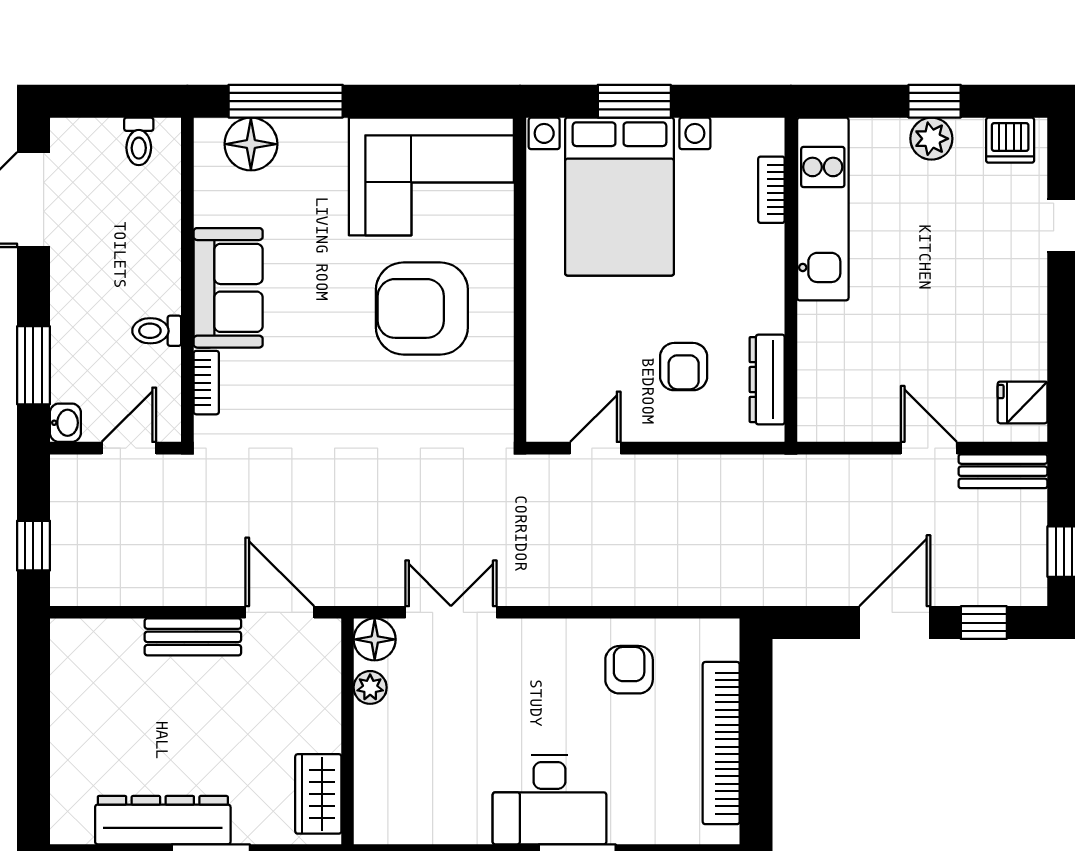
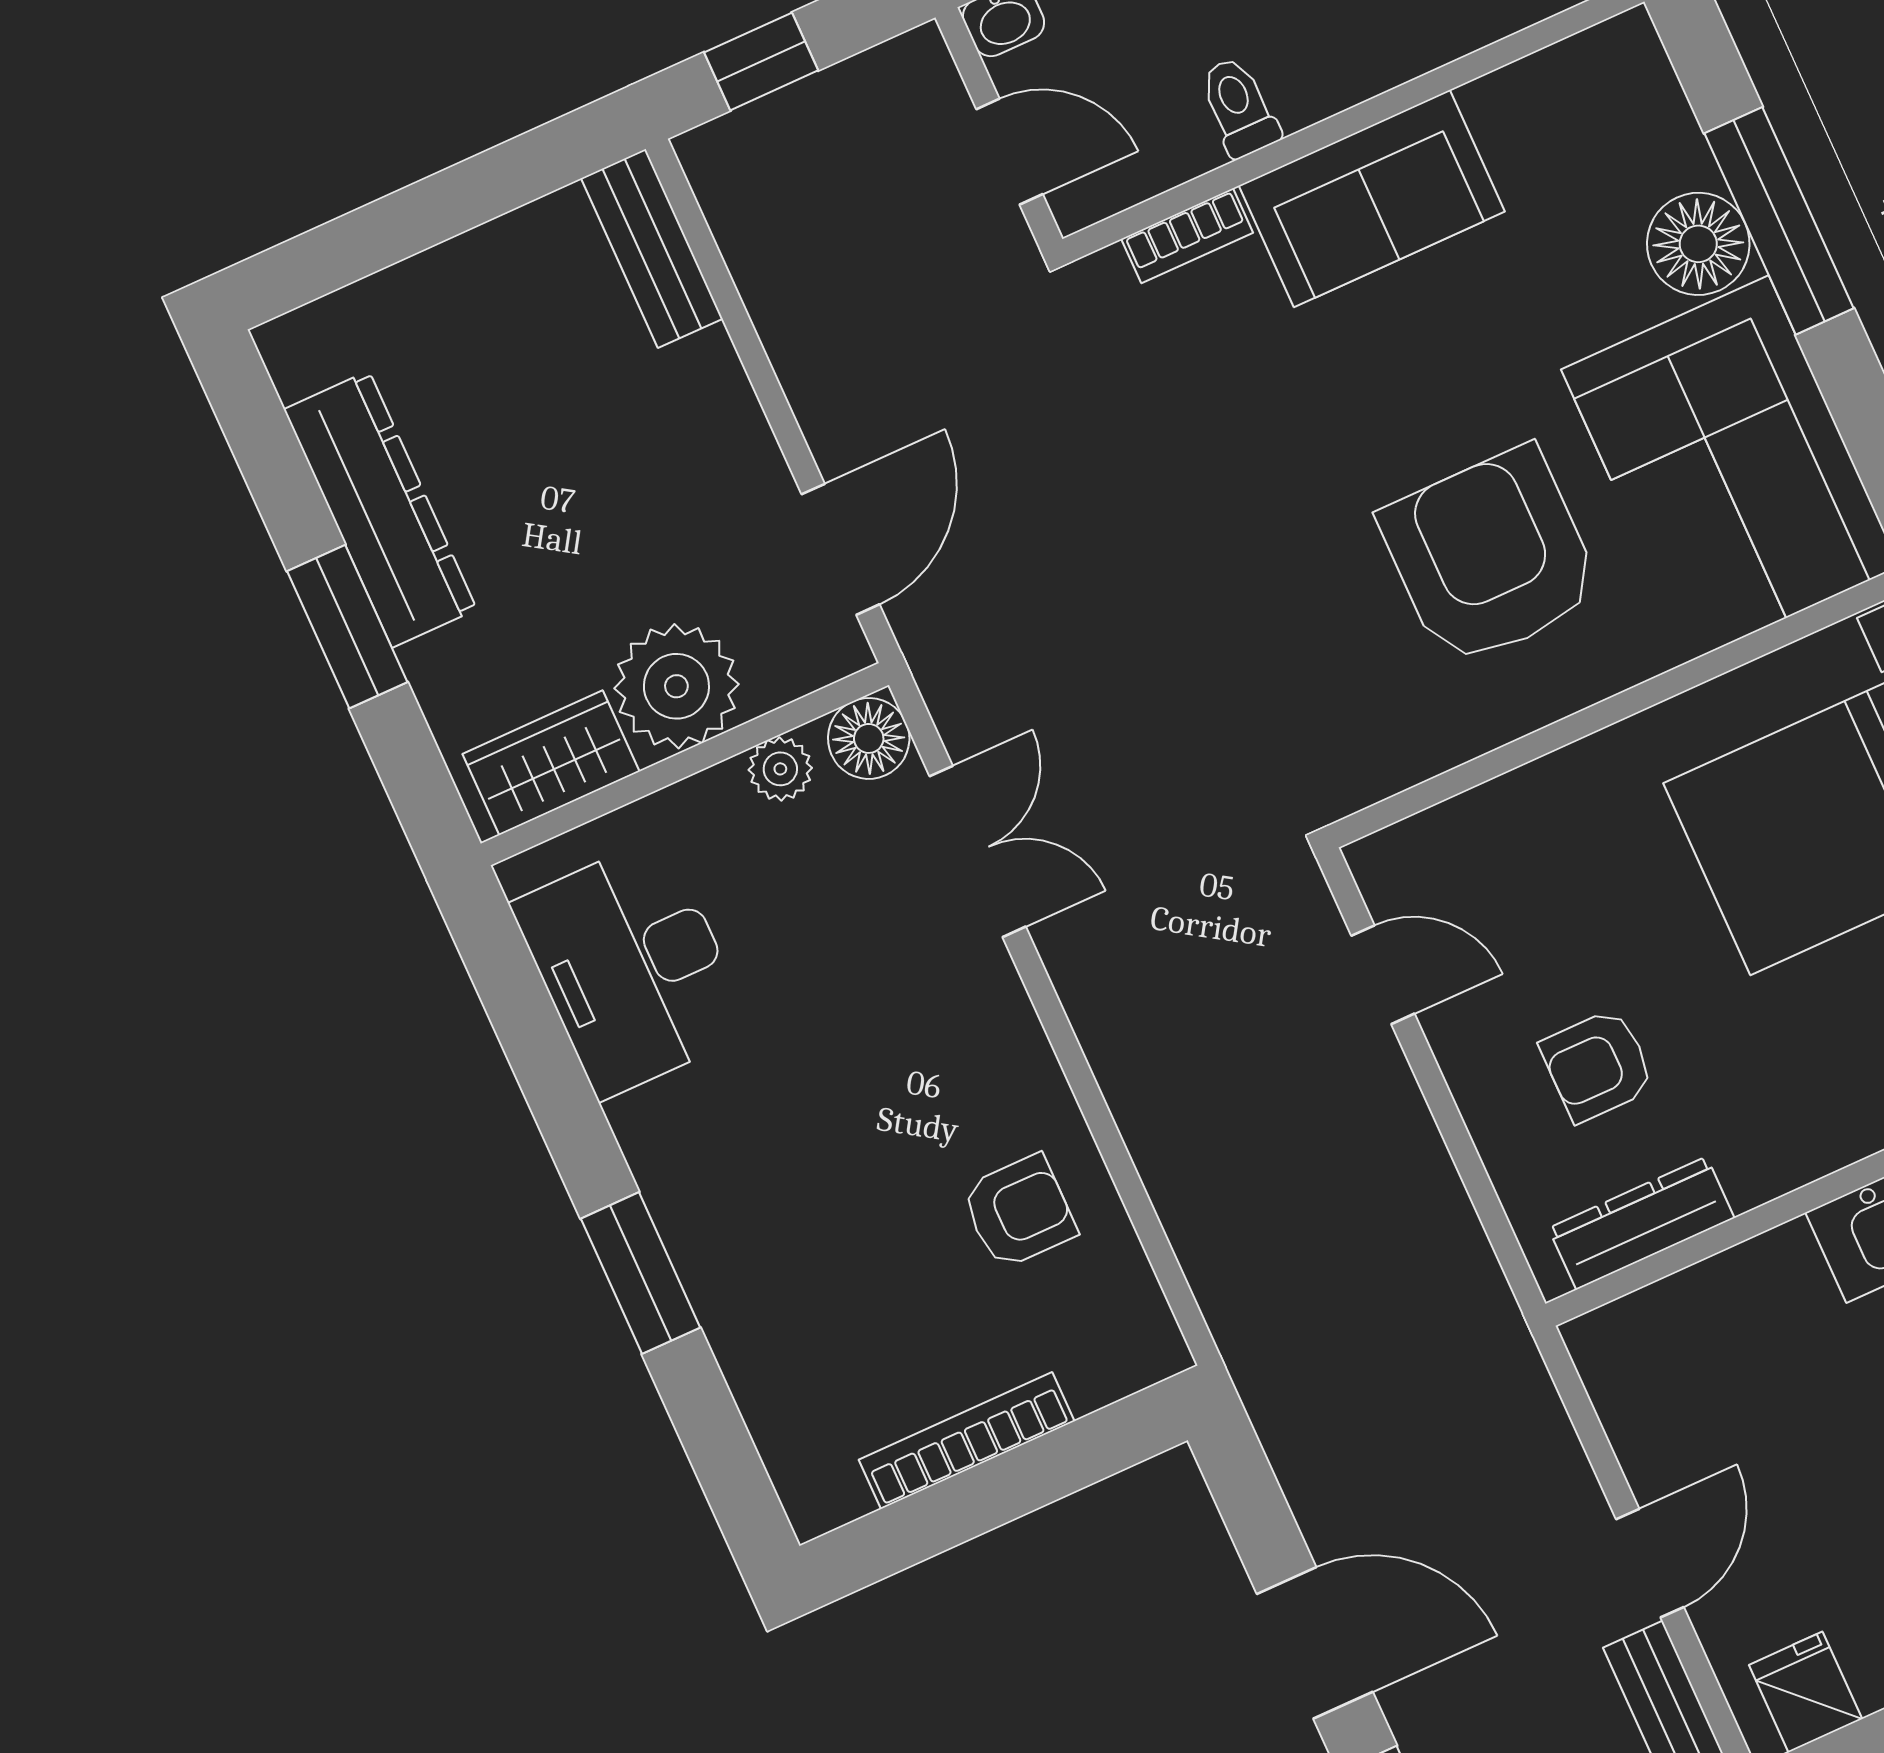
window: (286, 101) -> (1779, 221), moved
floor lamp: (251, 144) -> (1698, 244), moved
bench: (193, 637) -> (652, 248), moved
plant: (309, 719) -> (676, 686), added
bookcase: (721, 743) -> (967, 1441), width x0.68, depth x0.76
desk: (550, 800) -> (632, 967), moved

